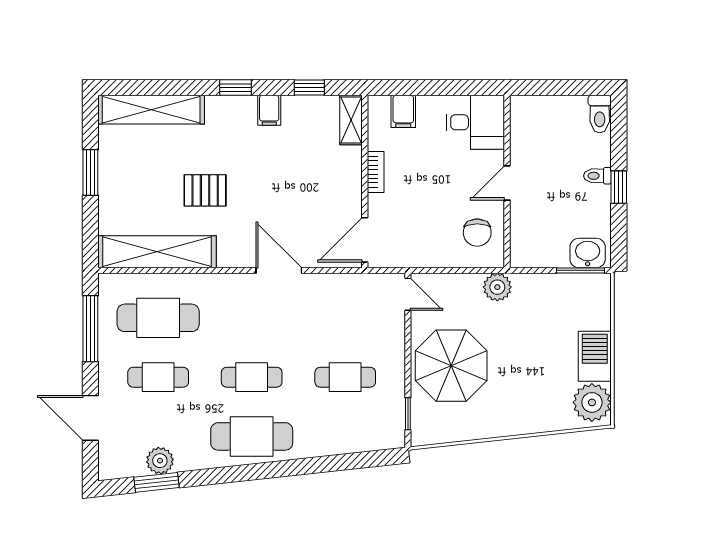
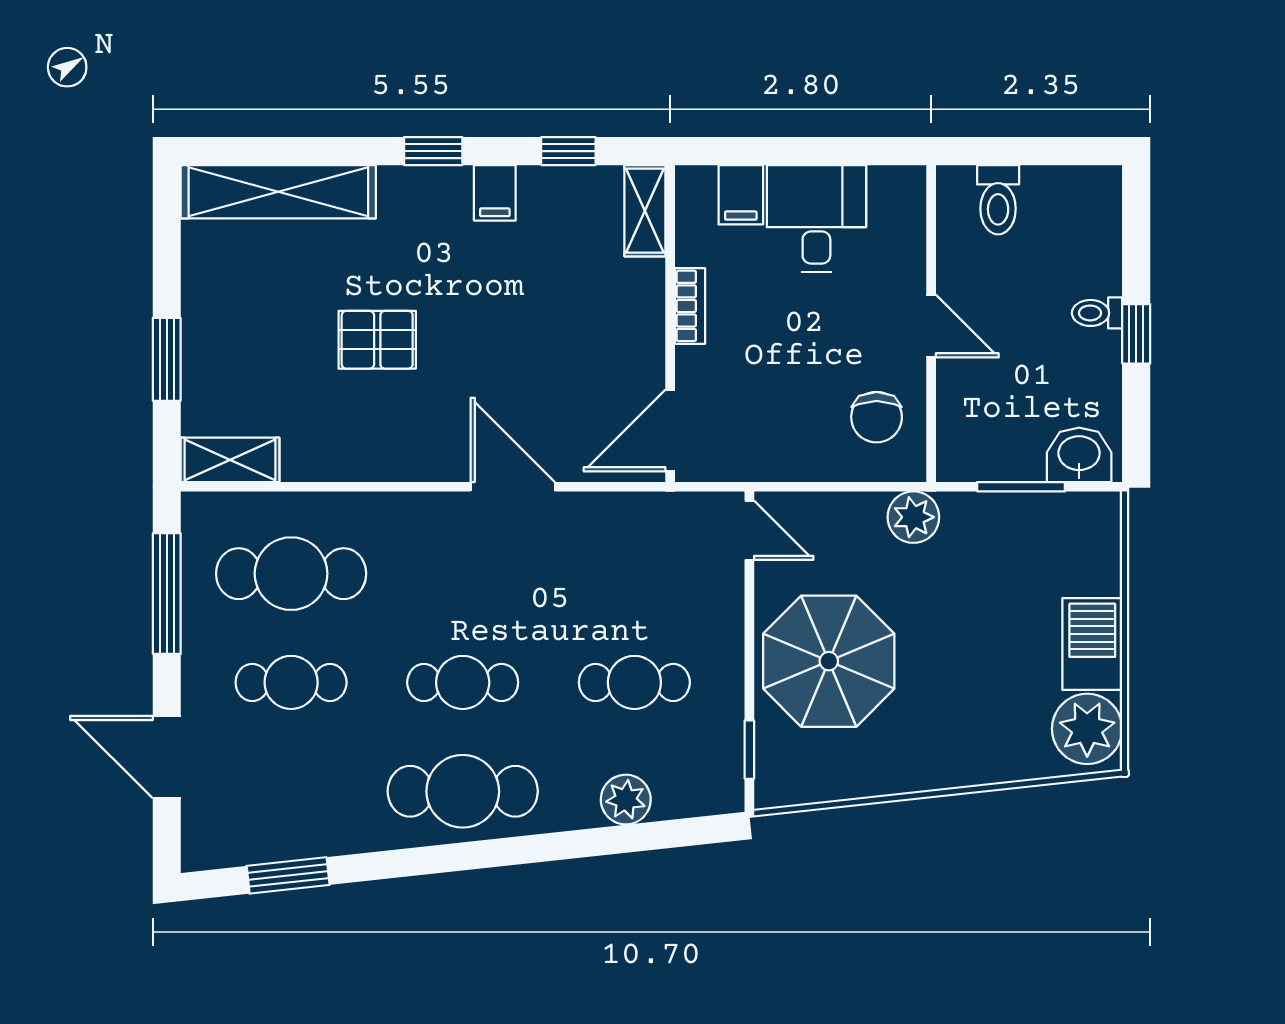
toilet: (600, 114) -> (998, 200), moved
desk: (475, 122) -> (816, 219), moved, turned -90
window: (90, 173) -> (167, 359), moved
door: (507, 183) -> (931, 326), swing flipped
shelving: (157, 252) -> (230, 460), width x0.45, depth x0.75
window: (580, 270) -> (1021, 487), moved
plant: (160, 461) -> (626, 800), moved

